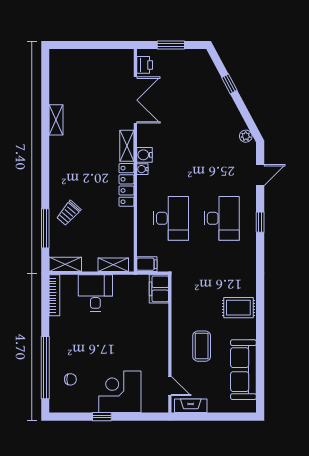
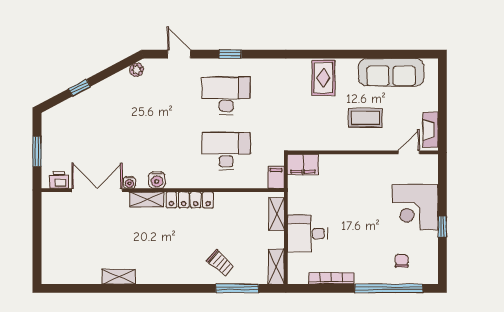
water cooler: (142, 169) -> (129, 182), moved
bookcase: (54, 295) -> (331, 278), moved

